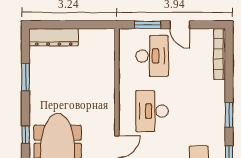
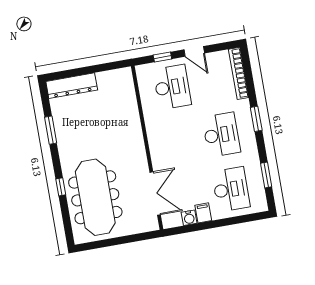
window: (148, 25) -> (162, 57), width x0.67
desk: (152, 111) -> (221, 135), moved, turned 180
window: (229, 115) -> (256, 119), moved

